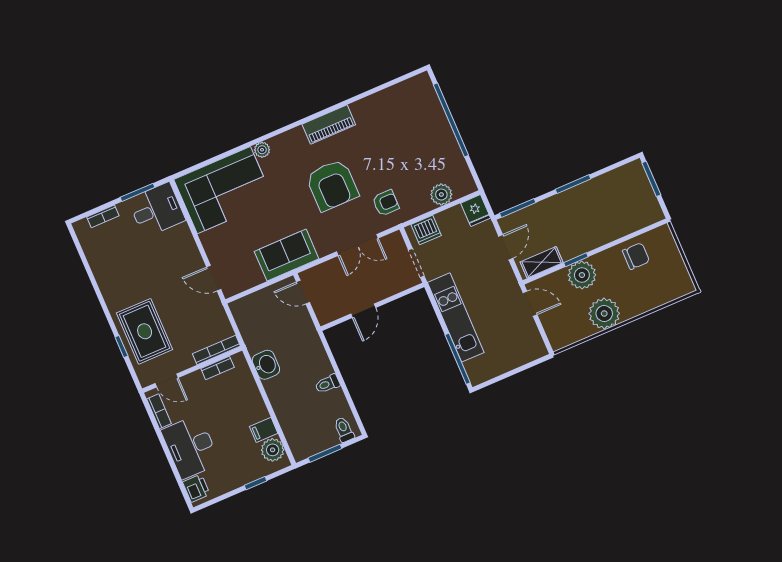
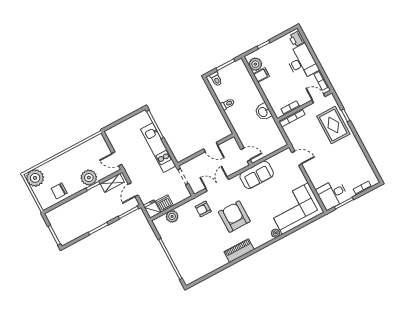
dishwasher: (426, 230) -> (165, 203), moved
door: (363, 311) -> (211, 147), swing flipped
plant: (604, 313) -> (35, 178), moved

